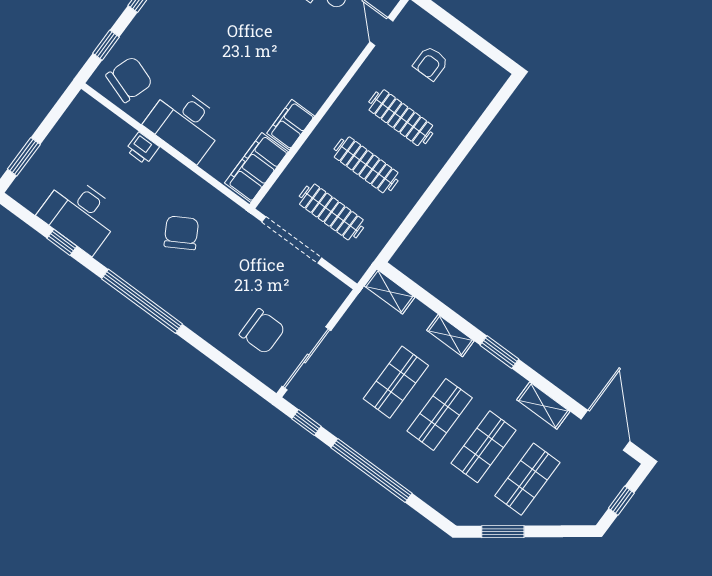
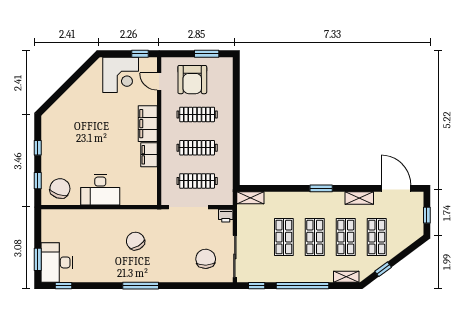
window: (478, 42) -> (207, 54), added
armchair: (431, 63) -> (192, 80), width x1.88, depth x1.88
printer: (142, 148) -> (226, 216), moved
filing cabinet: (256, 167) -> (148, 124), moved
desk: (80, 214) -> (57, 262), moved, turned 90
window: (62, 242) -> (63, 286), moved
window: (142, 301) -> (141, 286), width x0.68
chair: (262, 331) -> (206, 259), turned -92
shelving: (450, 336) -> (346, 277), moved
window: (503, 532) -> (383, 269), width x0.67

